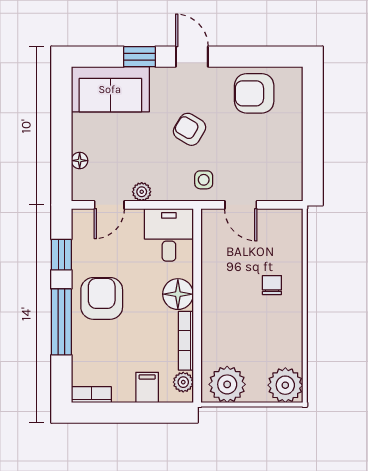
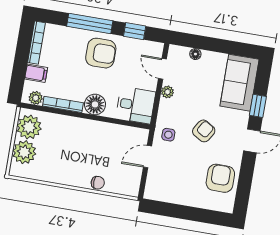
chair: (272, 285) -> (98, 183), moved
plant: (285, 385) -> (24, 152), moved
bookcase: (91, 395) -> (36, 43), width x1.56

